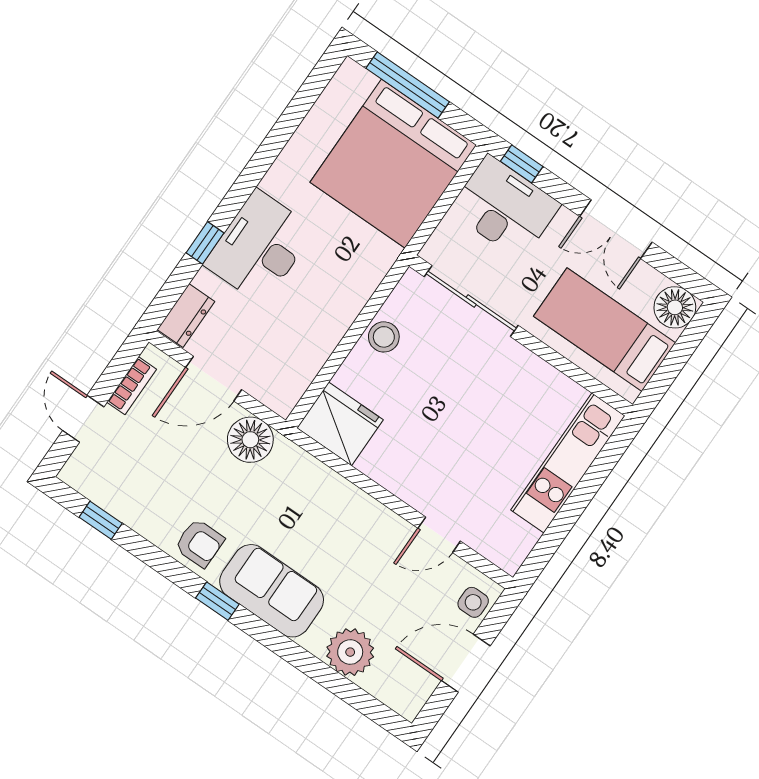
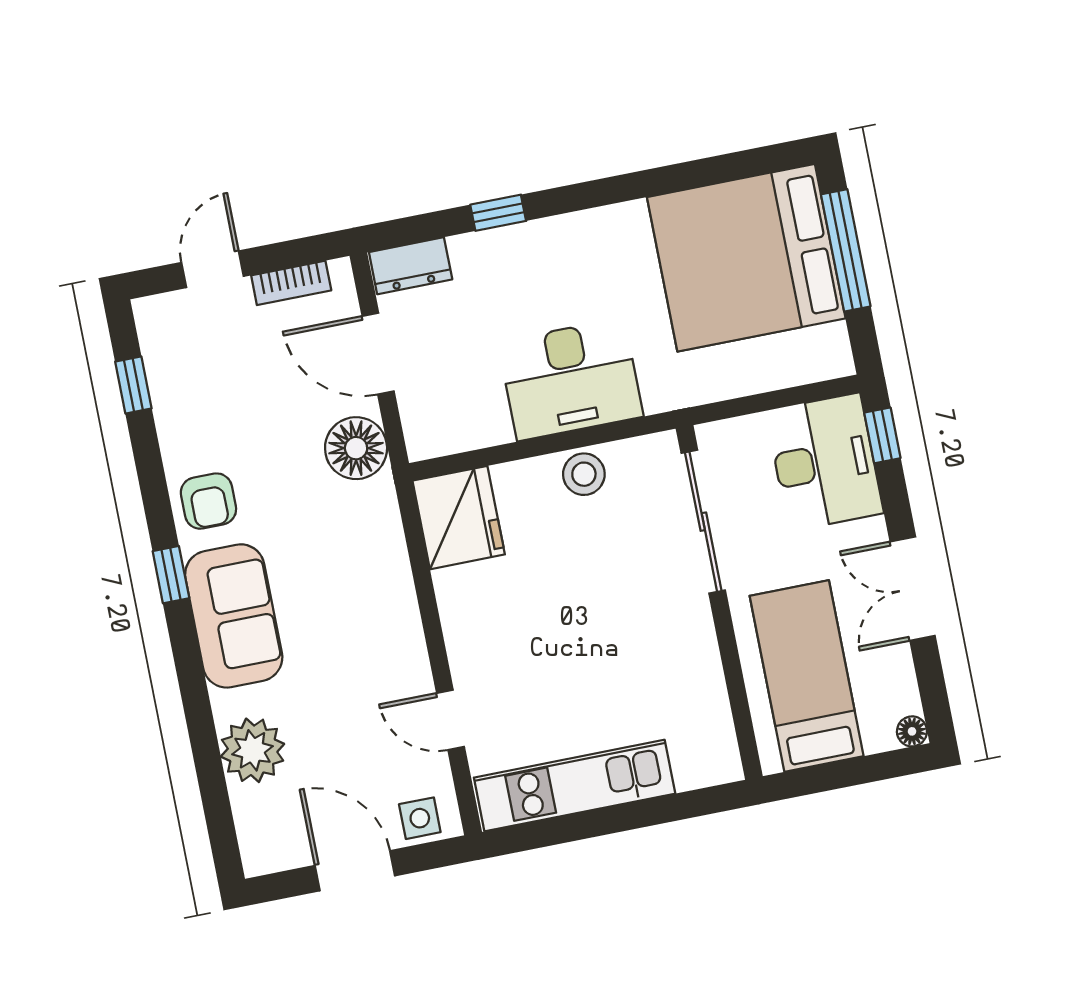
bed: (393, 164) -> (746, 258), moved
desk: (260, 247) -> (571, 379), moved, turned 180
floor lamp: (675, 307) -> (912, 731), width x0.53, depth x0.53
kitchen unit: (568, 463) -> (575, 786), moved

